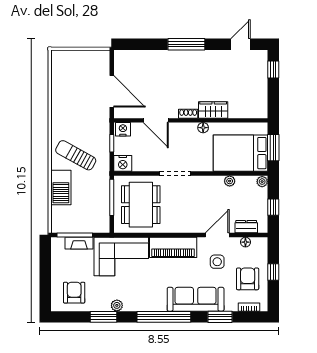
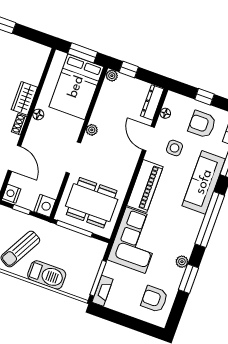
door: (156, 120) -> (14, 158), hinge flipped
plant: (230, 181) -> (92, 130), moved
window: (273, 207) -> (129, 70), moved
dresser: (246, 227) -> (152, 102), width x1.44
fireplace: (79, 243) -> (102, 291), moved

